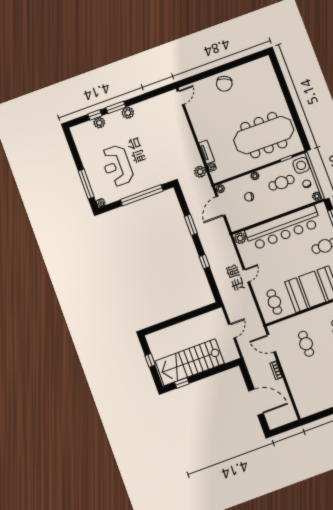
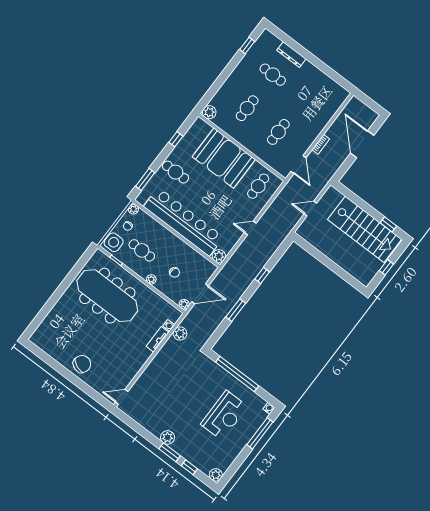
plant: (99, 123) -> (216, 475), moved

